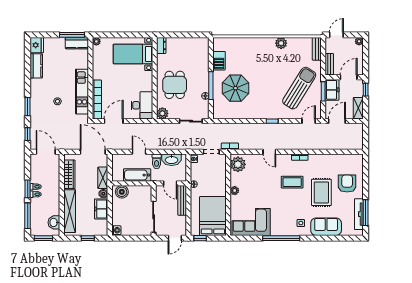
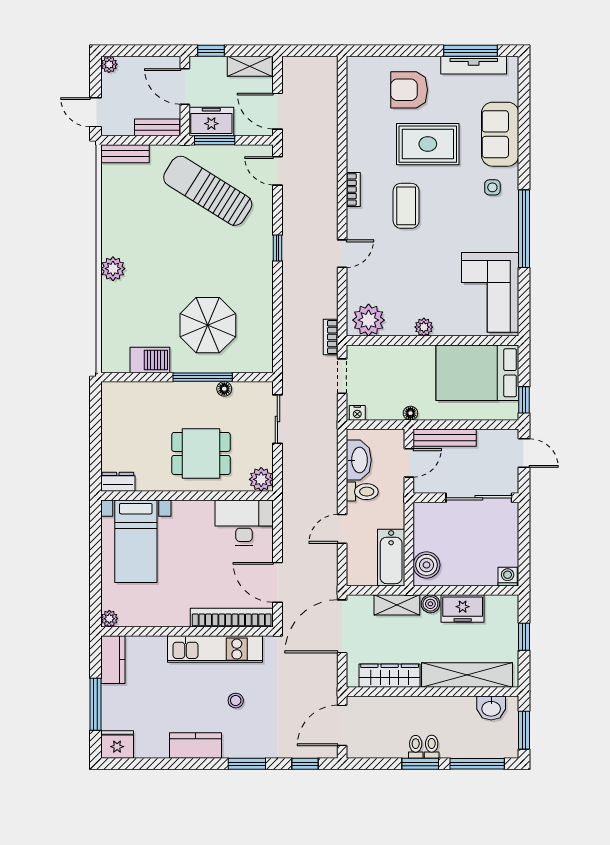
window: (72, 35) -> (95, 704), moved
plant: (281, 43) -> (113, 269), moved
kitchen counter: (36, 66) -> (196, 745), moved
bathtub: (137, 175) -> (391, 558), moved

